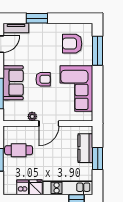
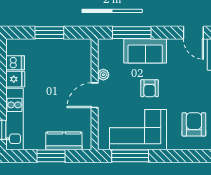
window: (98, 51) -> (130, 156), moved
door: (49, 123) -> (95, 95), hinge flipped
cafe table: (19, 150) -> (61, 58), removed

